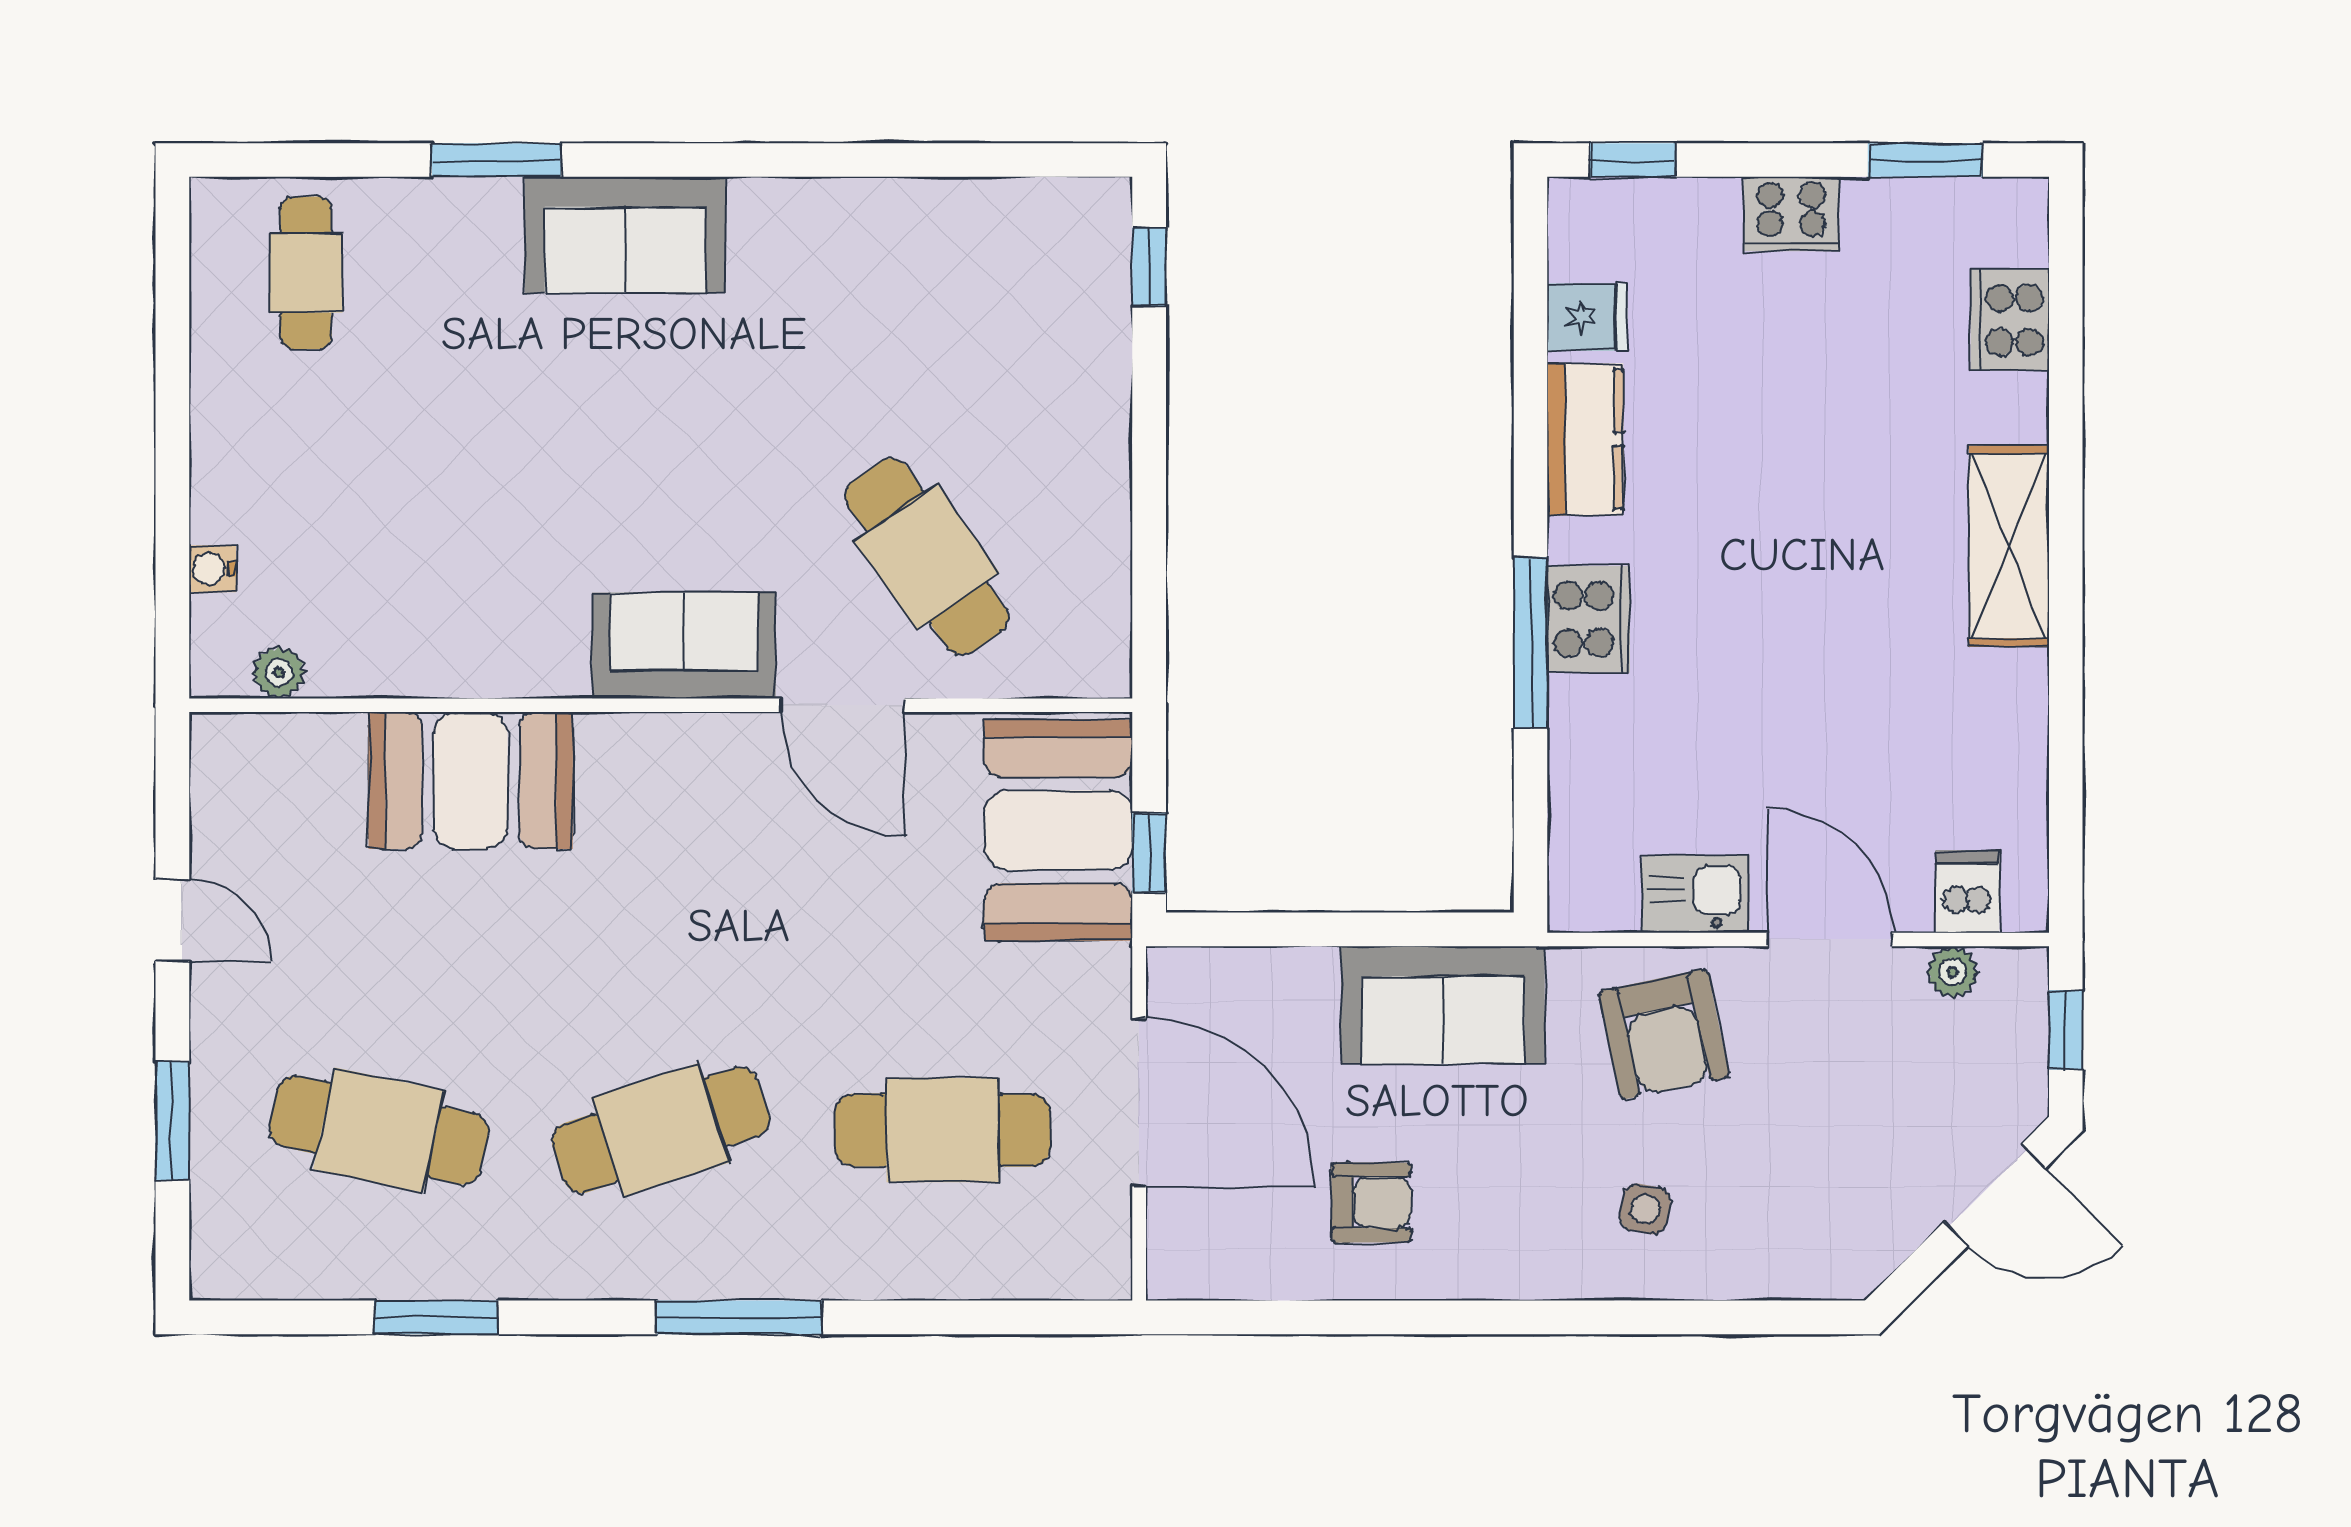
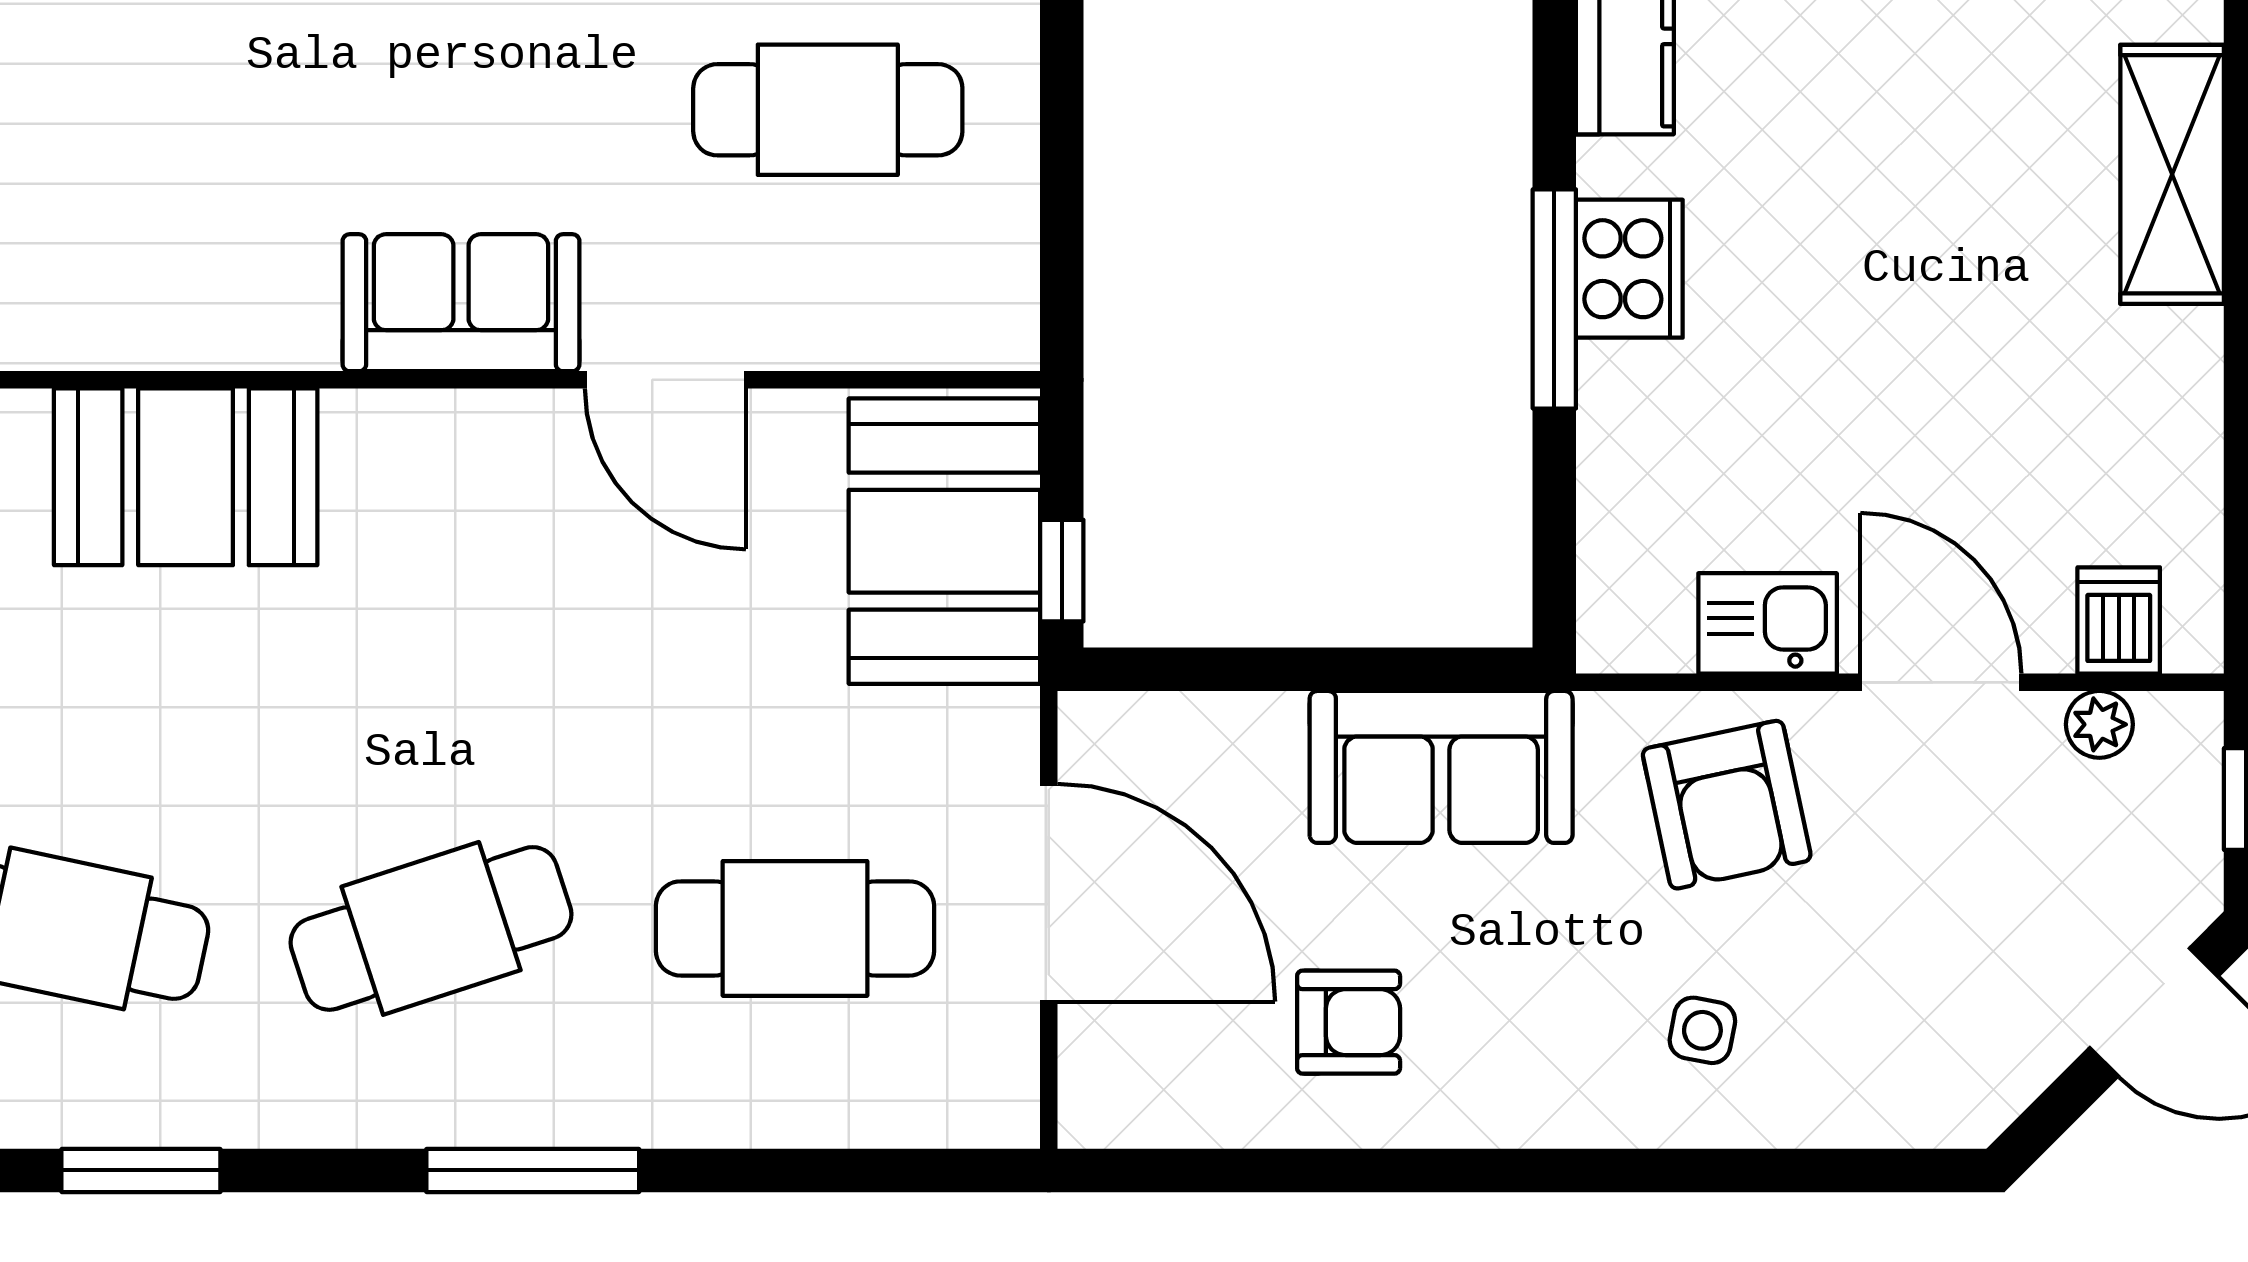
cafe table: (927, 557) -> (828, 110), moved, turned -55

